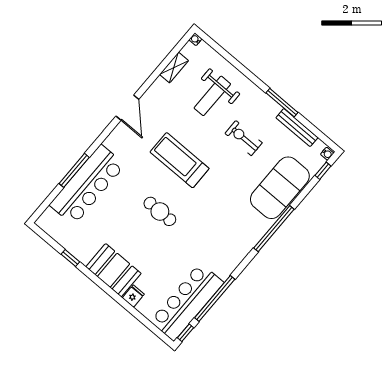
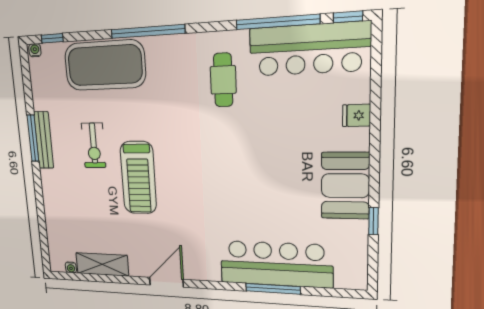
water cooler: (195, 39) -> (71, 267), moved
shelving: (174, 68) -> (102, 264), width x1.50, depth x1.33
weight bench: (212, 96) -> (85, 209), removed
bench: (297, 128) -> (44, 140), moved
treadmill: (180, 160) -> (138, 178), moved
cafe table: (160, 211) -> (223, 80), moved
booth: (113, 270) -> (345, 186), moved

